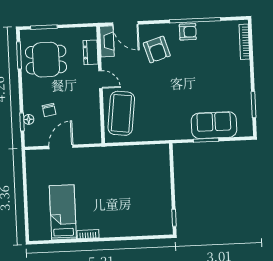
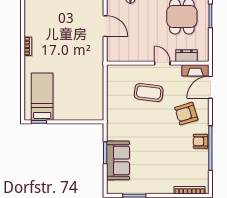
armchair: (188, 32) -> (200, 141), turned 90
door: (100, 80) -> (162, 63), swing flipped
chair: (49, 110) -> (138, 17), removed
coffee table: (121, 113) -> (149, 93), moved, width x0.73, depth x0.76
bed: (63, 212) -> (42, 97), moved, turned -90

